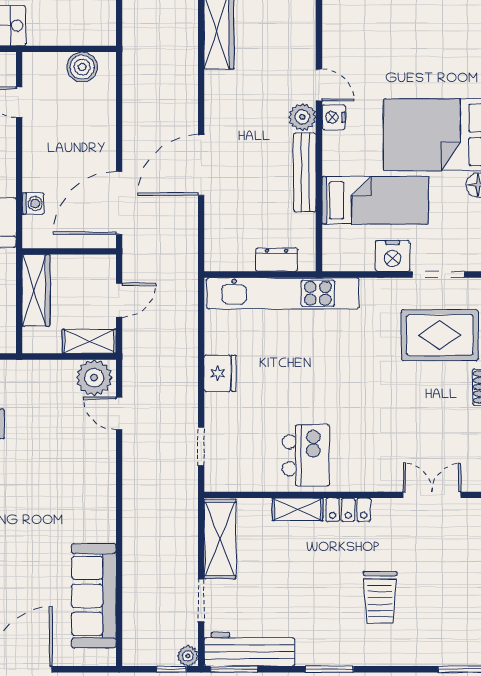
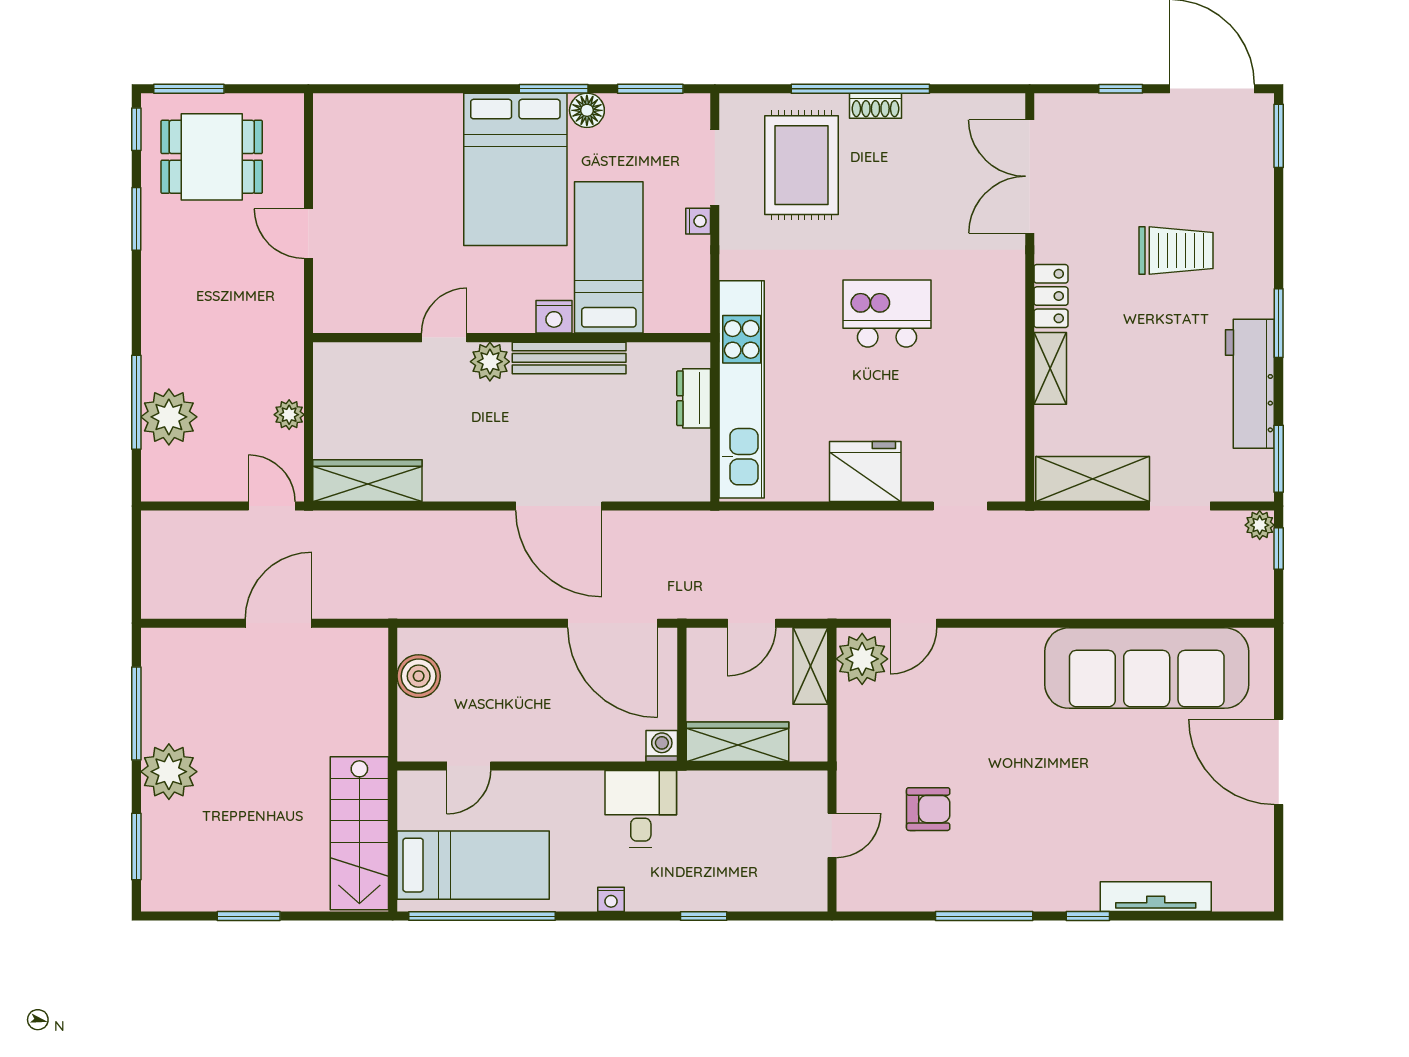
nightstand: (334, 117) -> (554, 317), moved
washing machine: (33, 204) -> (662, 746), moved
nightstand: (393, 256) -> (698, 221), width x0.53, depth x0.56
door: (119, 300) -> (752, 623), swing flipped
fridge: (220, 373) -> (865, 471), width x1.36, depth x1.34
kitchen island: (306, 455) -> (887, 314), moved
double door: (432, 495) -> (1030, 176), width x1.37
sofa: (94, 596) -> (1147, 668), width x1.36, depth x1.27
workbench: (249, 649) -> (1250, 384), moved

